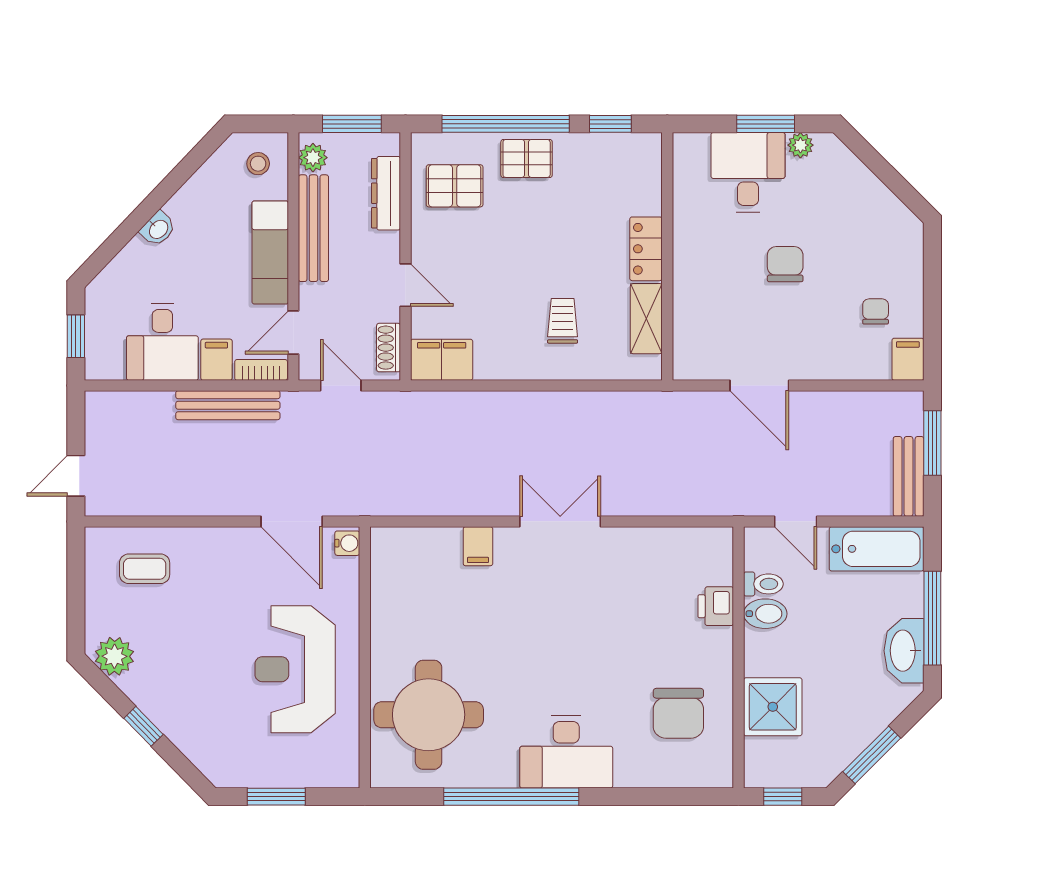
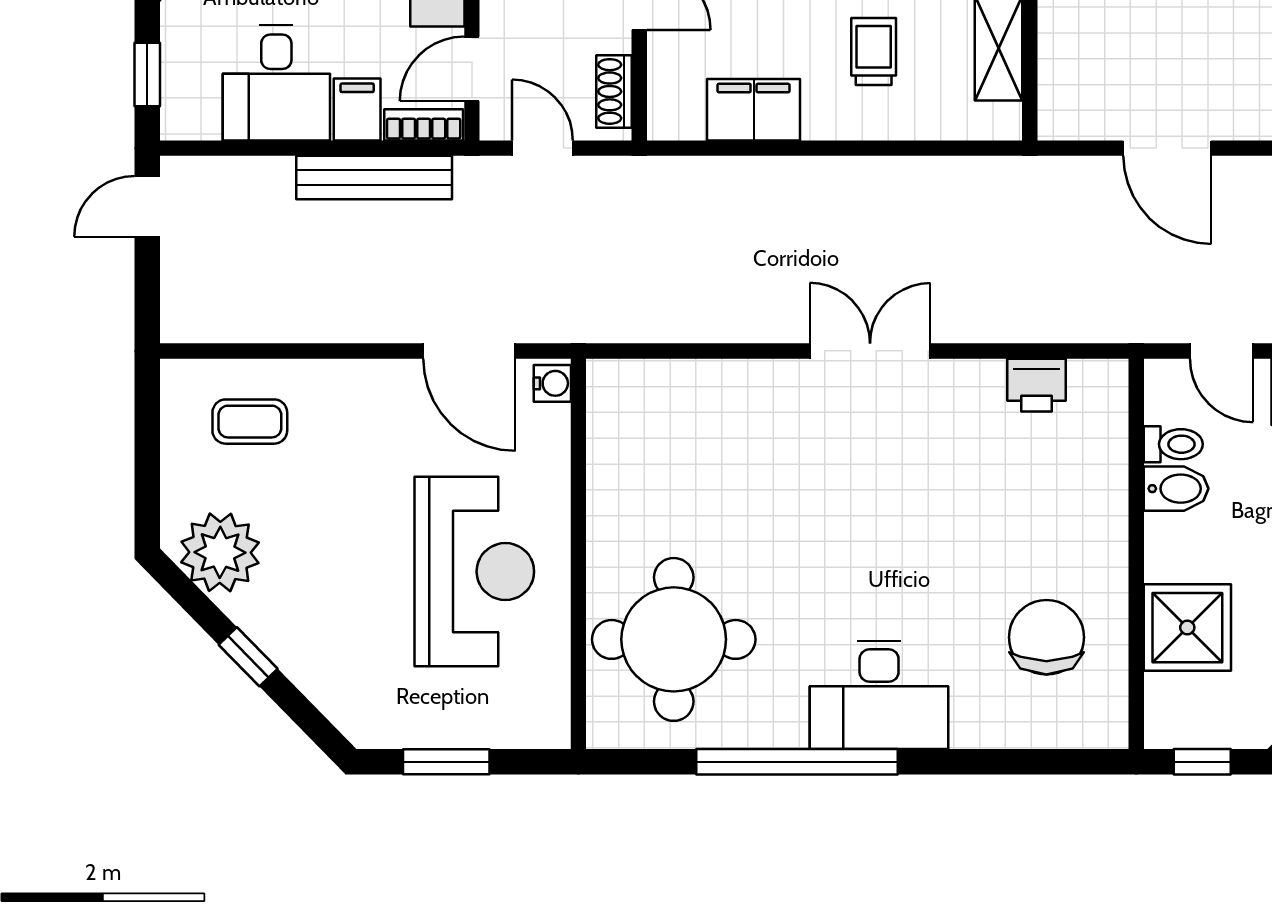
filing cabinet: (442, 360) -> (754, 110), moved
door: (76, 476) -> (147, 206), moved
filing cabinet: (478, 546) -> (747, 388), removed
printer: (716, 606) -> (1037, 385), moved, turned -90
plant: (114, 656) -> (220, 552), width x1.36, depth x1.36
reception desk: (295, 669) -> (474, 572), turned 180
chair: (678, 713) -> (1046, 637), turned 180

